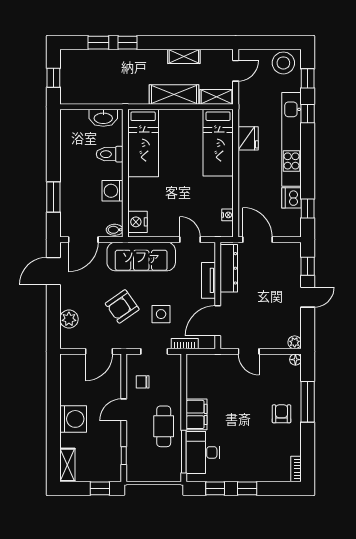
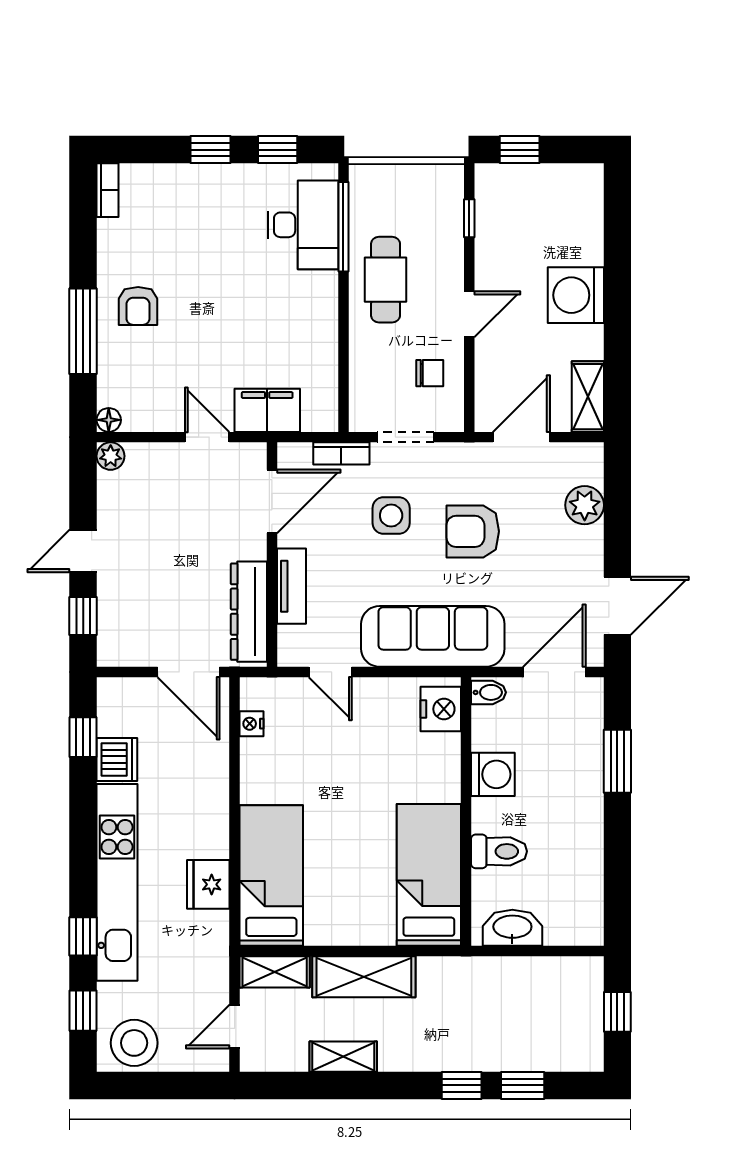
armchair: (122, 306) -> (473, 531), turned -145
filing cabinet: (197, 414) -> (267, 410), moved, turned 90
shelving: (67, 465) -> (588, 397), moved

